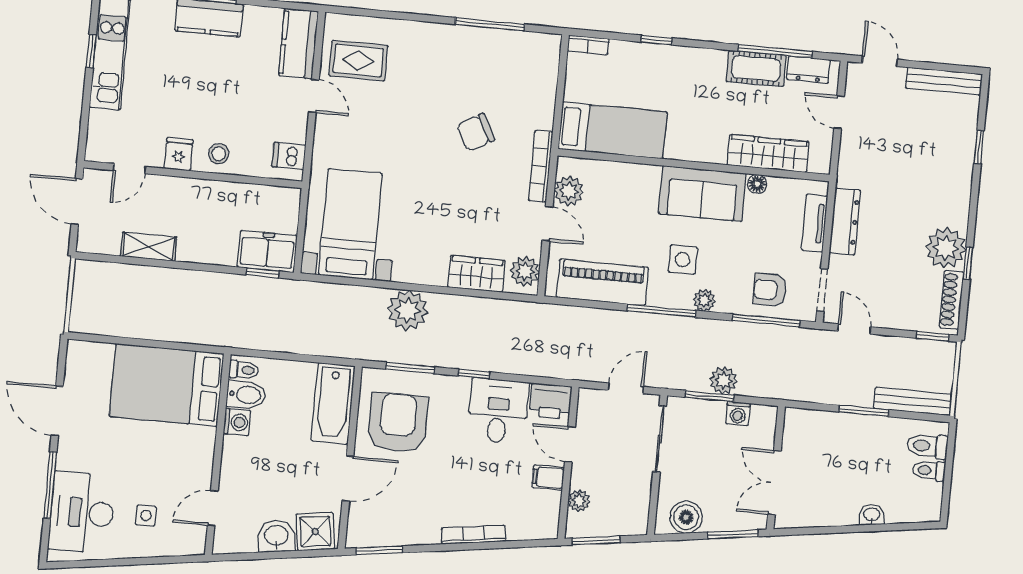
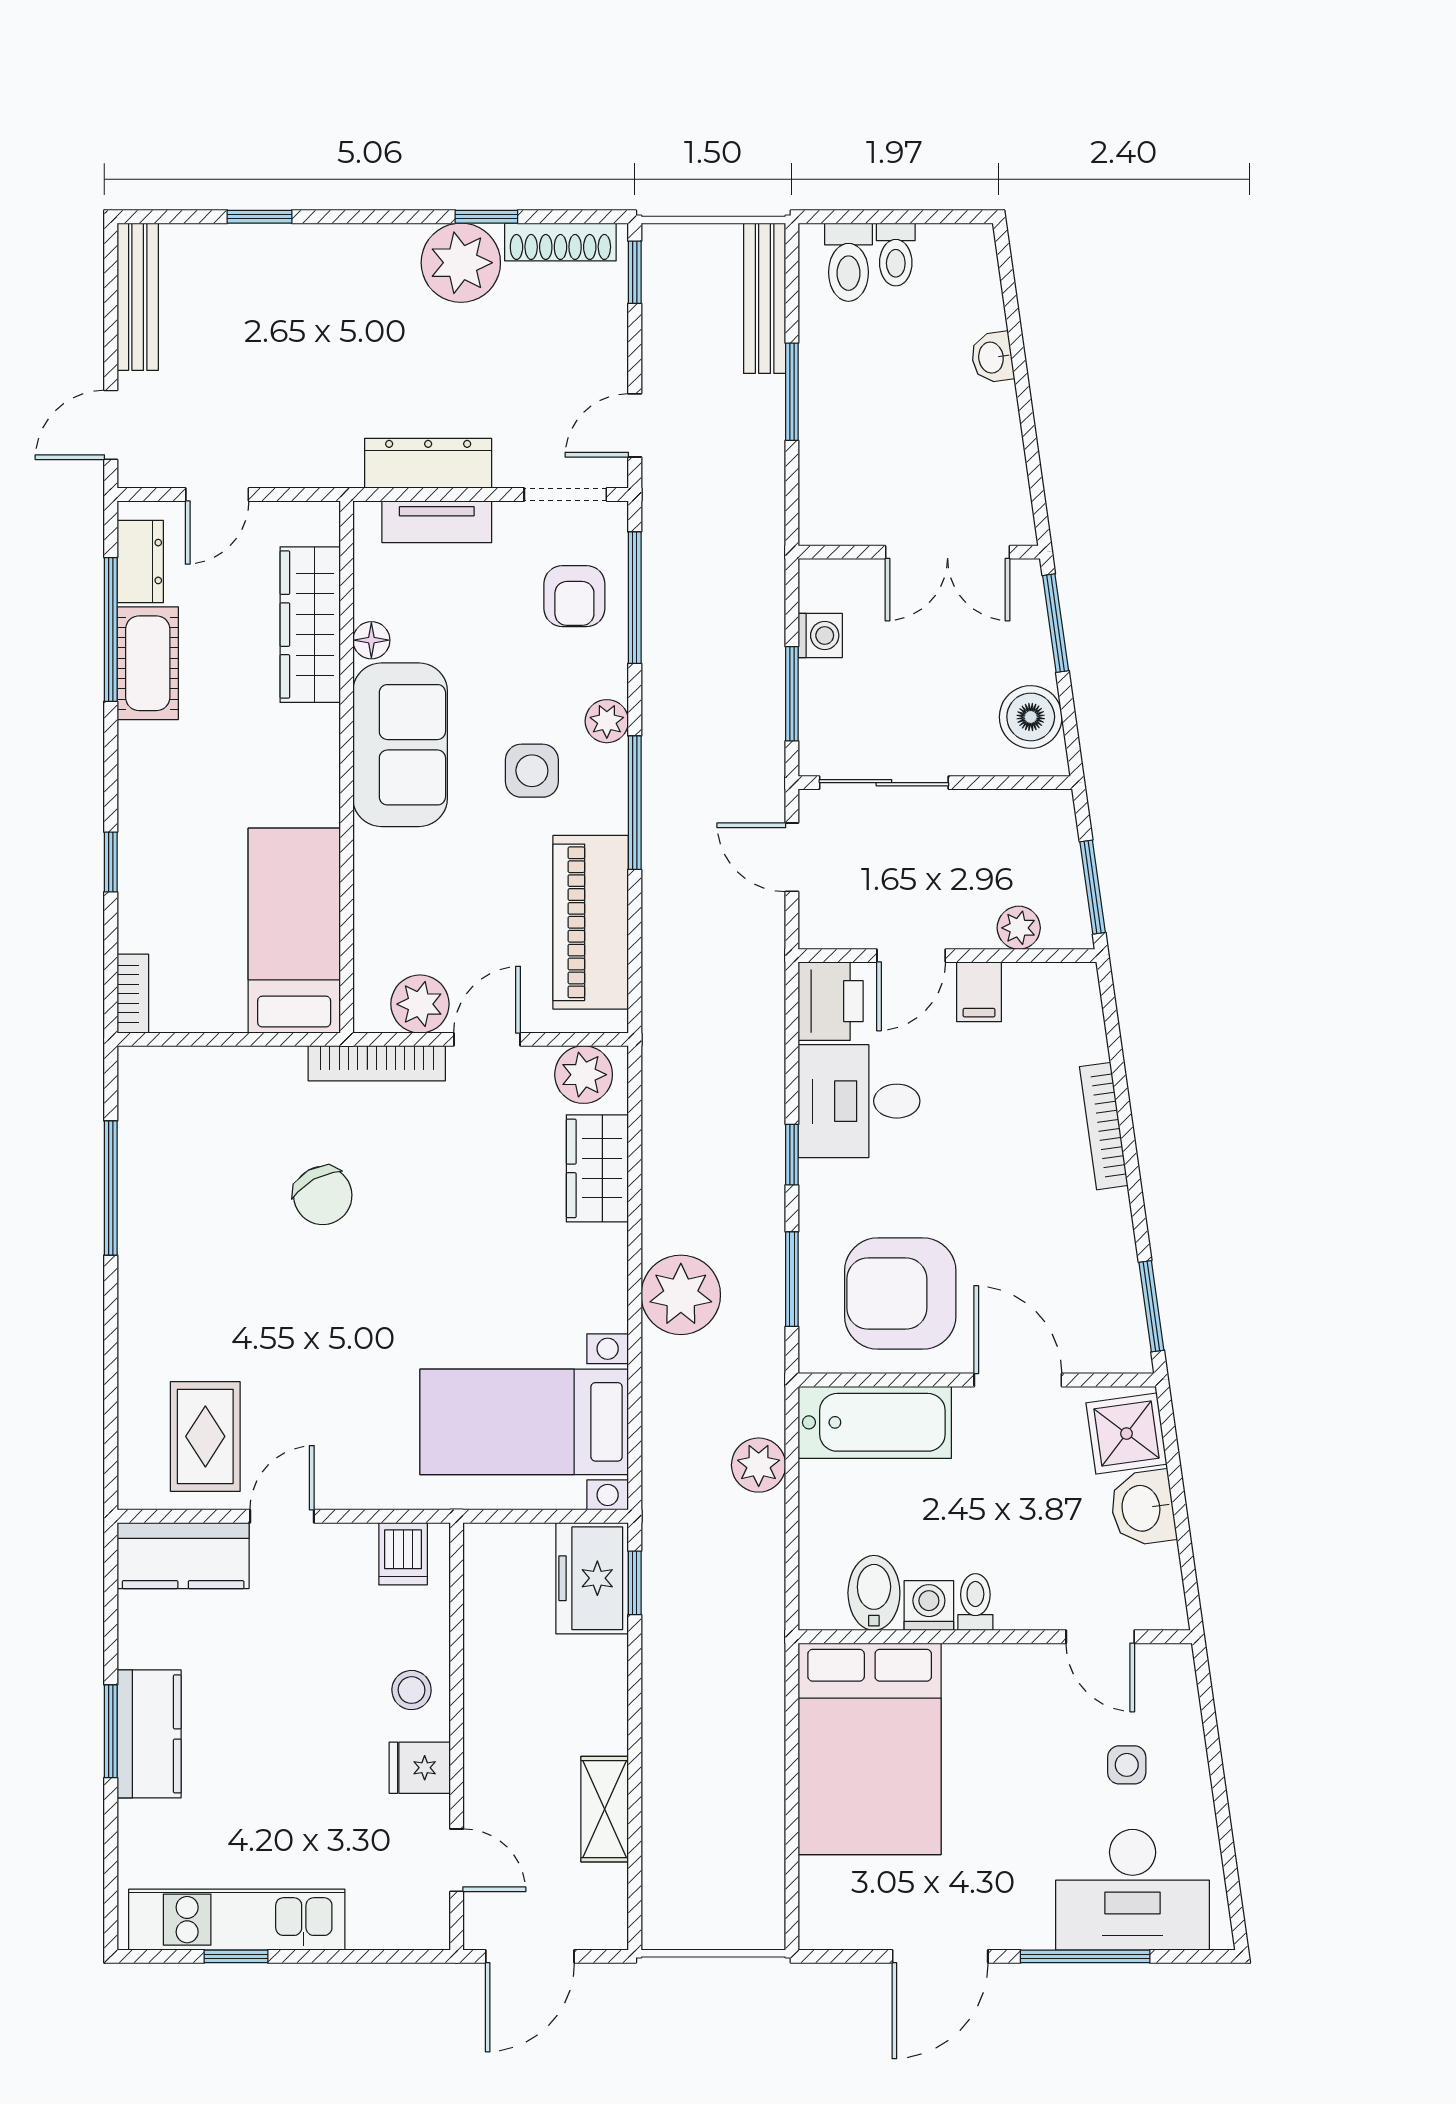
toilet: (244, 370) -> (975, 1602), moved
plant: (724, 380) -> (759, 1465), moved

